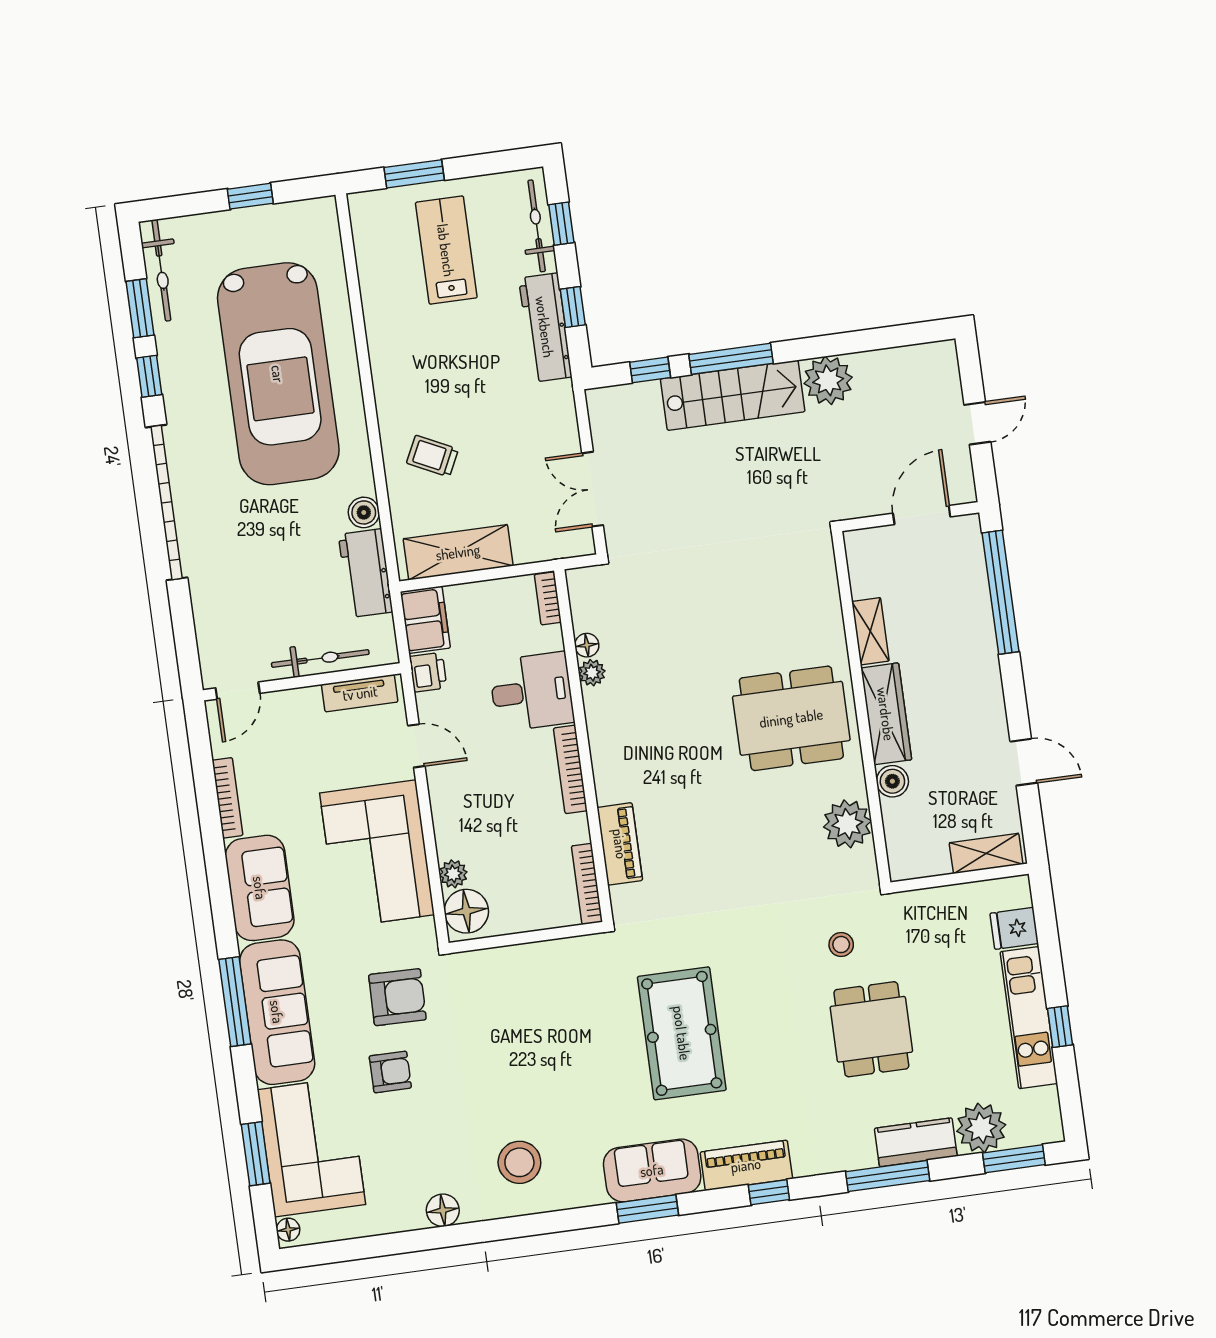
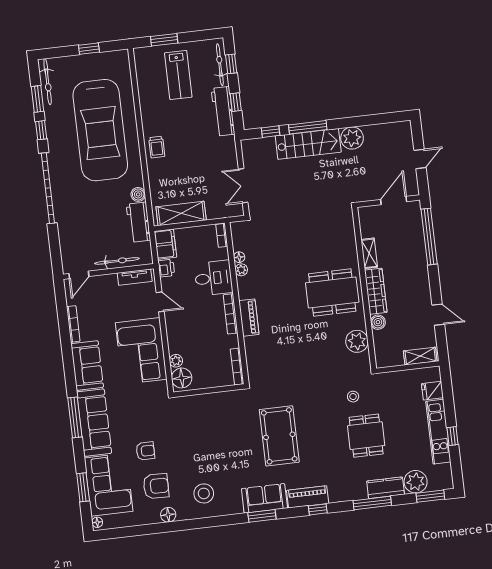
lab bench: (446, 250) -> (178, 75), turned 180
trolley: (432, 456) -> (157, 147), moved, turned -116
piano: (620, 844) -> (249, 318), moved
armchair: (397, 997) -> (156, 486), moved

